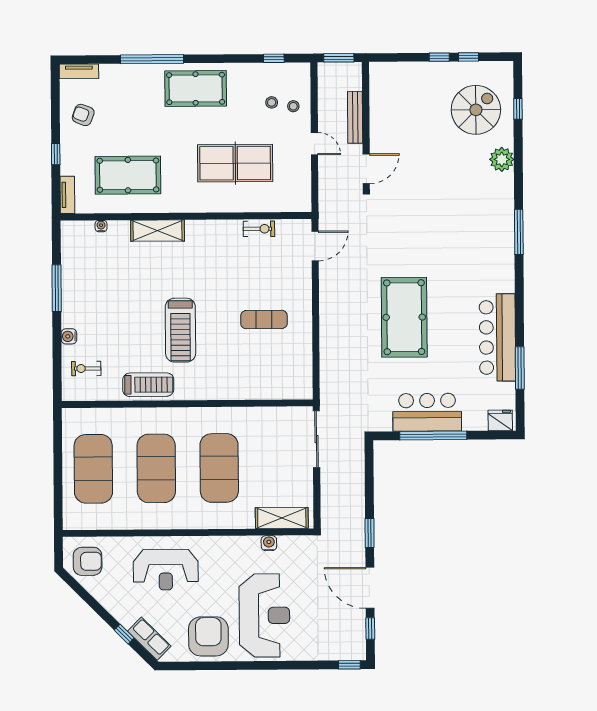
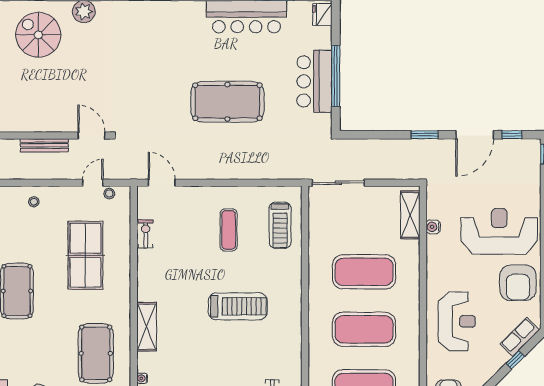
stool: (272, 102) -> (109, 194), moved
door: (314, 144) -> (93, 183), moved
treadmill: (148, 385) -> (280, 225), moved, turned 180
armchair: (208, 636) -> (518, 283), turned -90

